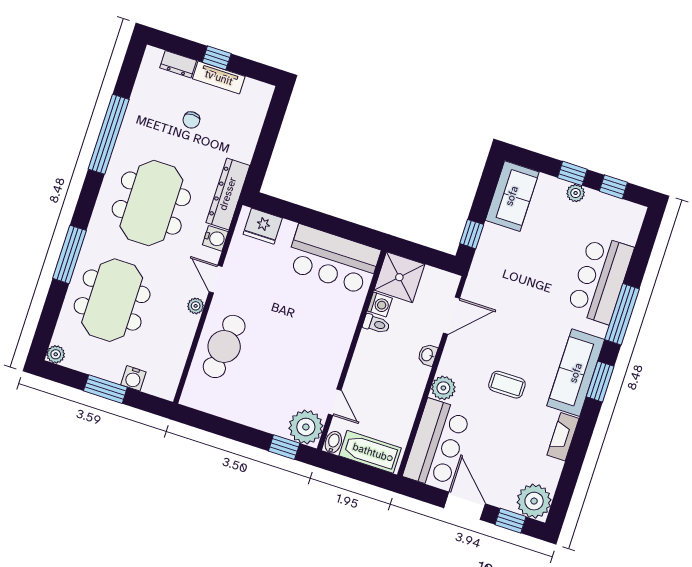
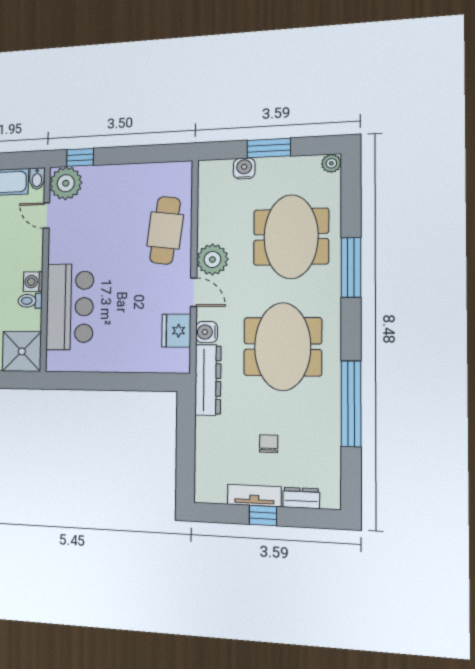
fridge: (263, 226) -> (176, 331), moved, turned -90
bar counter: (333, 260) -> (70, 307), moved, turned 90
washing machine: (380, 305) -> (33, 282), moved
plant: (196, 306) -> (212, 260), width x1.88, depth x1.88

